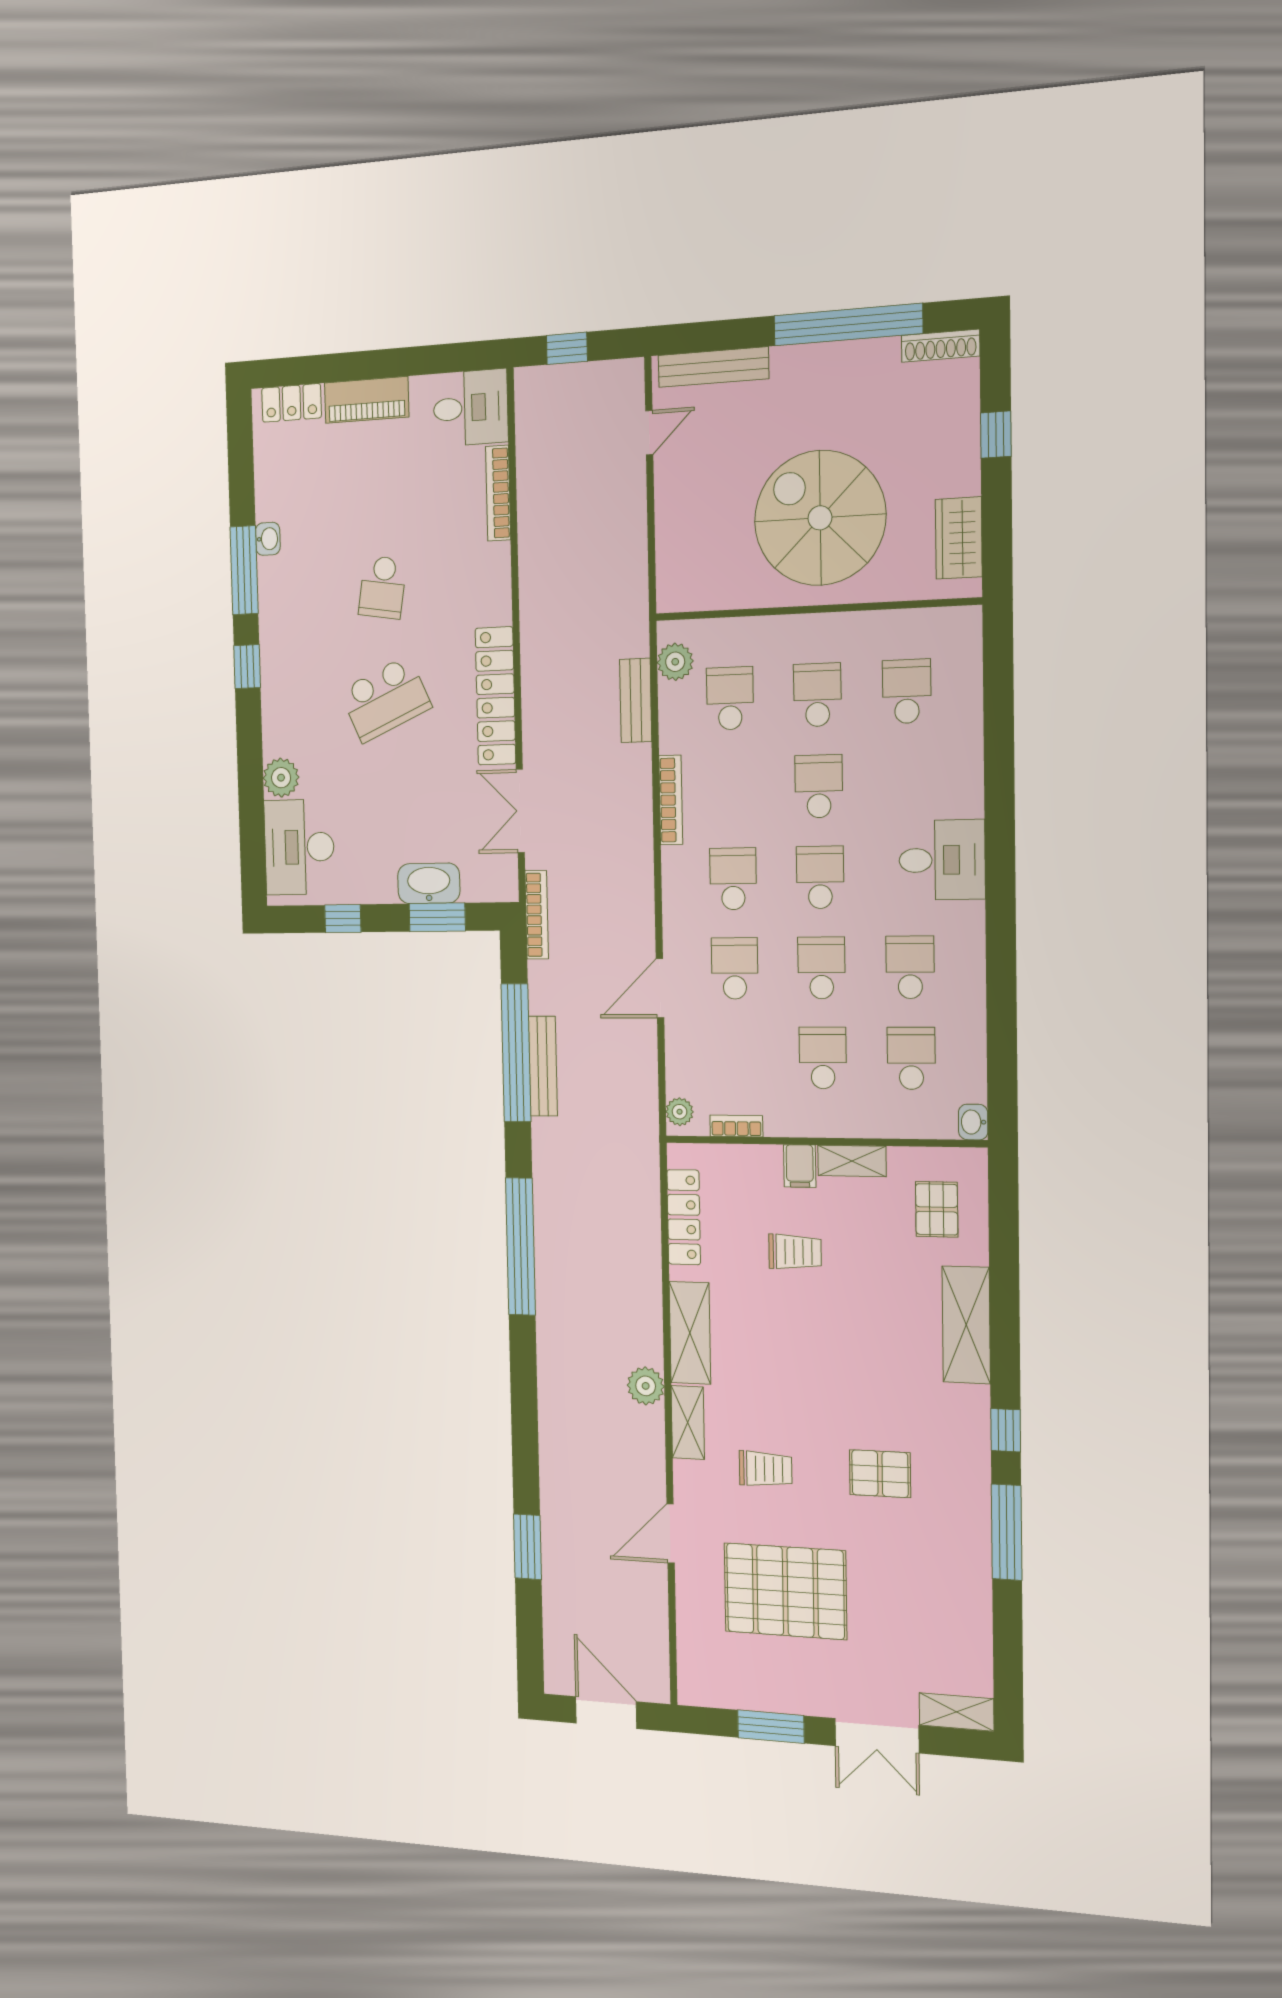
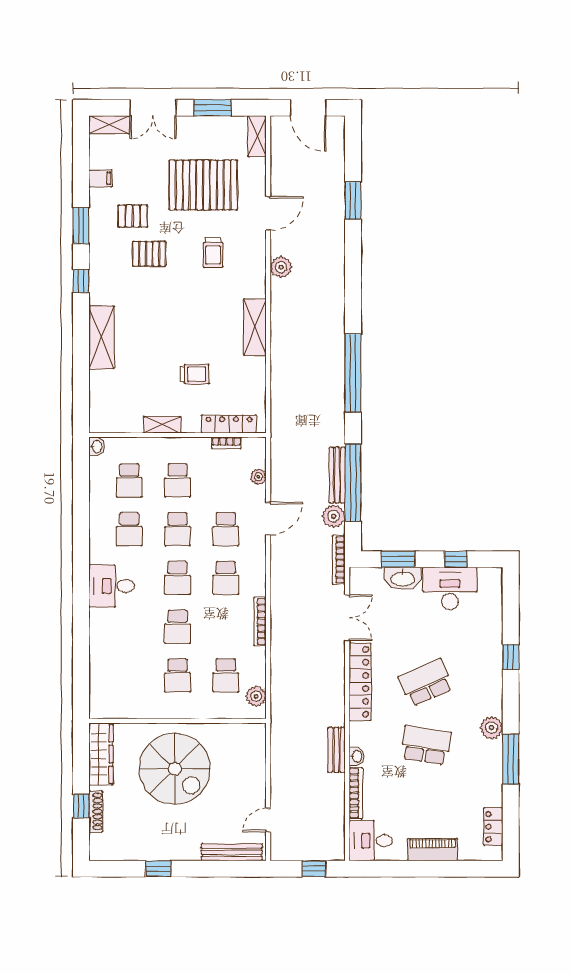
window: (848, 325) -> (158, 869), width x0.32
shoe rack: (941, 346) -> (96, 811), moved, turned 90
locker: (292, 403) -> (493, 827), moved, turned -90
wardrobe: (959, 538) -> (101, 754), width x1.50
washbasin: (268, 539) -> (356, 756), moved, turned 180
school desk: (382, 587) -> (426, 745), width x1.85
window: (247, 667) -> (511, 657), moved
school desk: (907, 691) -> (129, 675), removed
bench: (636, 700) -> (336, 750), moved
plant: (281, 778) -> (492, 728), moved
desk: (299, 847) -> (450, 588), moved, turned -90
plant: (547, 993) -> (334, 516), added
plant: (680, 1112) -> (258, 477), moved
filing cabinet: (800, 1166) -> (100, 178), moved, turned 90
pallet: (937, 1209) -> (133, 216), moved, turned 90
locker: (684, 1217) -> (229, 424), moved, turned 90
trolley: (795, 1252) -> (195, 374), turned 180
plant: (646, 1386) -> (281, 267), moved
shelving: (688, 1422) -> (257, 136), moved
trolley: (766, 1469) -> (213, 253), turned -90
window: (1007, 1532) -> (81, 226), width x0.69
double door: (877, 1736) -> (153, 108), swing flipped

